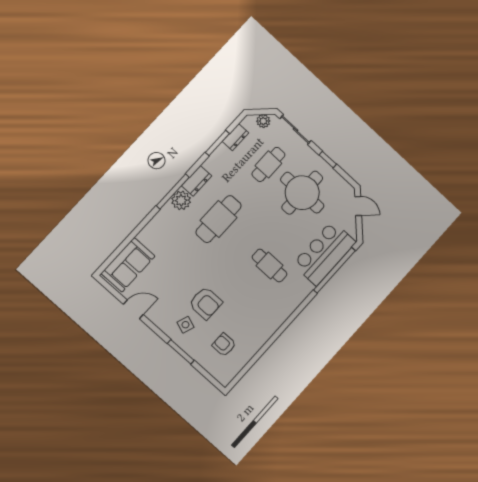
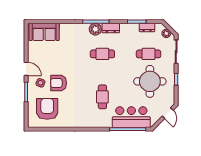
cafe table: (219, 219) -> (102, 54), width x0.73, depth x0.74
armchair: (206, 303) -> (59, 83), turned 90
door: (133, 309) -> (26, 69), moved
armchair: (224, 345) -> (47, 109), width x1.88, depth x1.88

